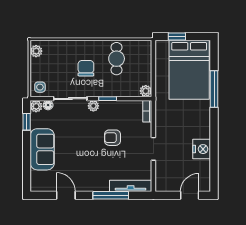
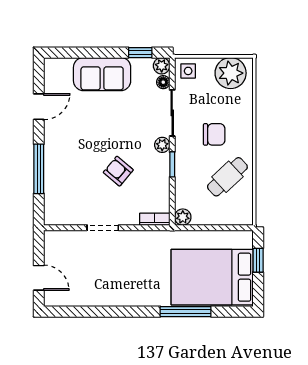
plant: (36, 51) -> (231, 73), width x1.88, depth x1.88
cafe table: (117, 59) -> (227, 177), turned -43
armchair: (112, 138) -> (118, 171), turned -50
nightstand: (202, 149) -> (102, 294), removed
tv unit: (131, 186) -> (52, 196), removed

